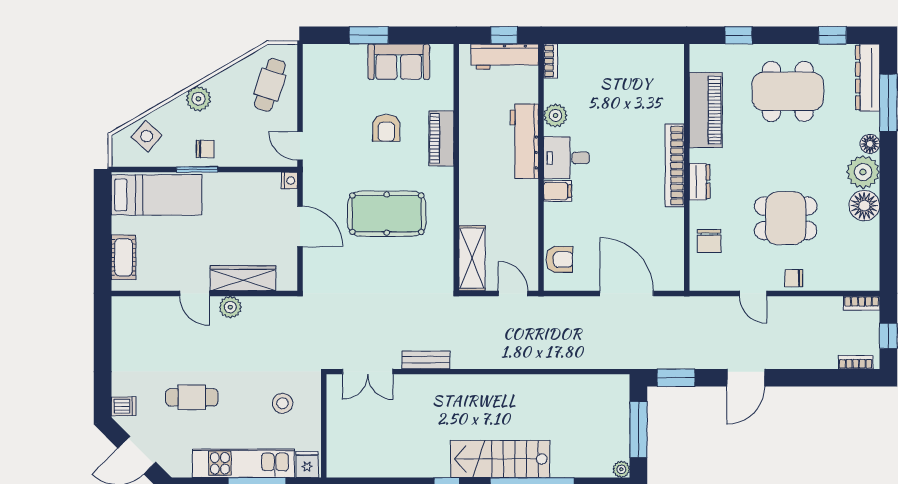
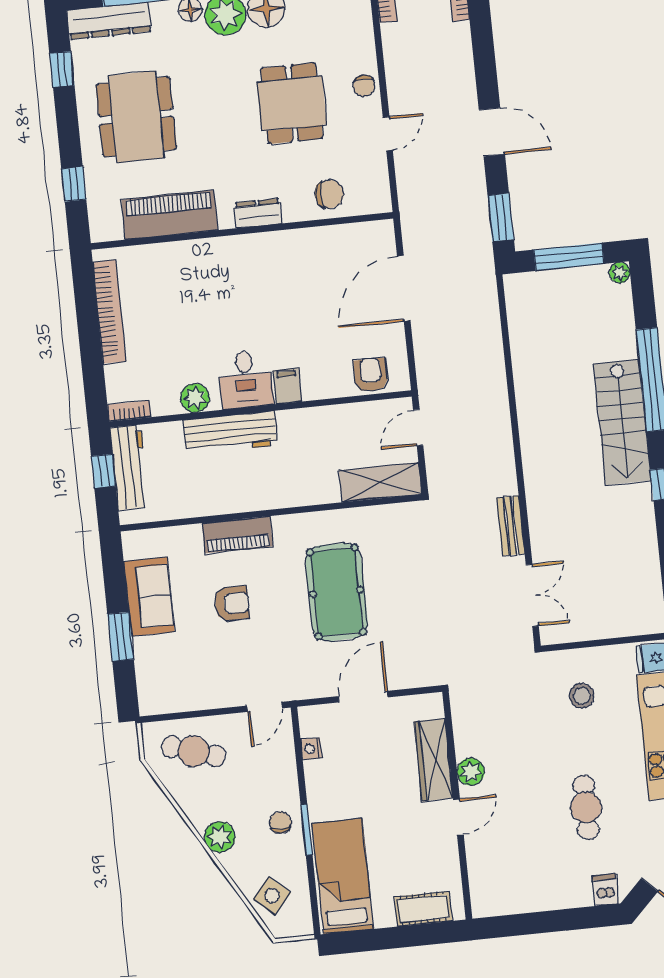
bookcase: (675, 165) -> (109, 312), moved, turned -90
nightstand: (289, 180) -> (311, 749), moved, turned -90

